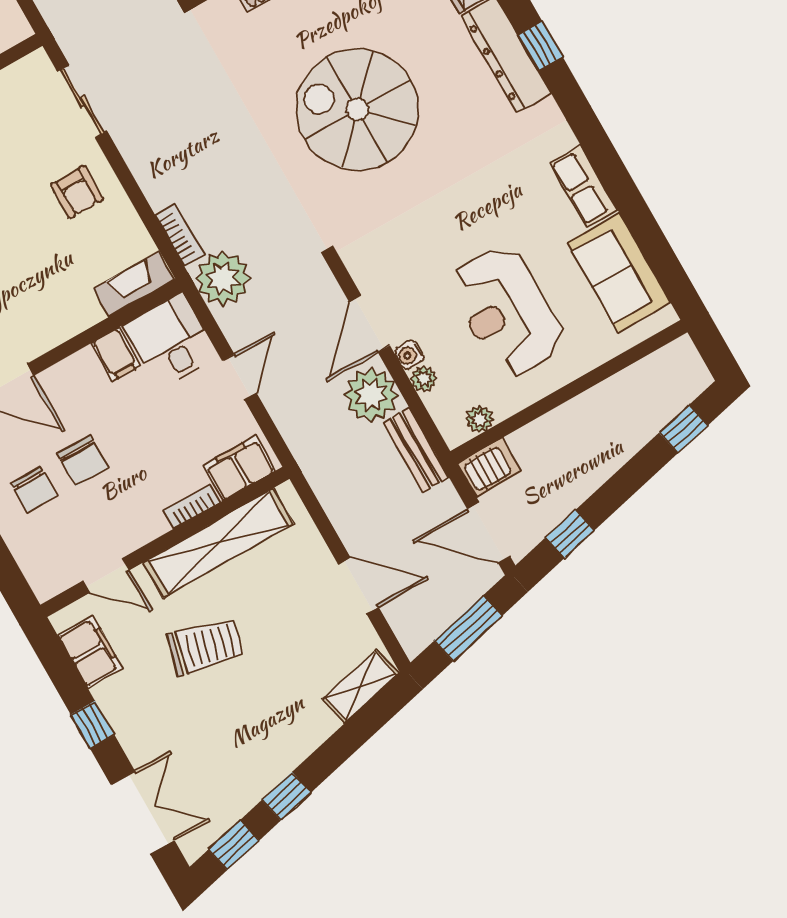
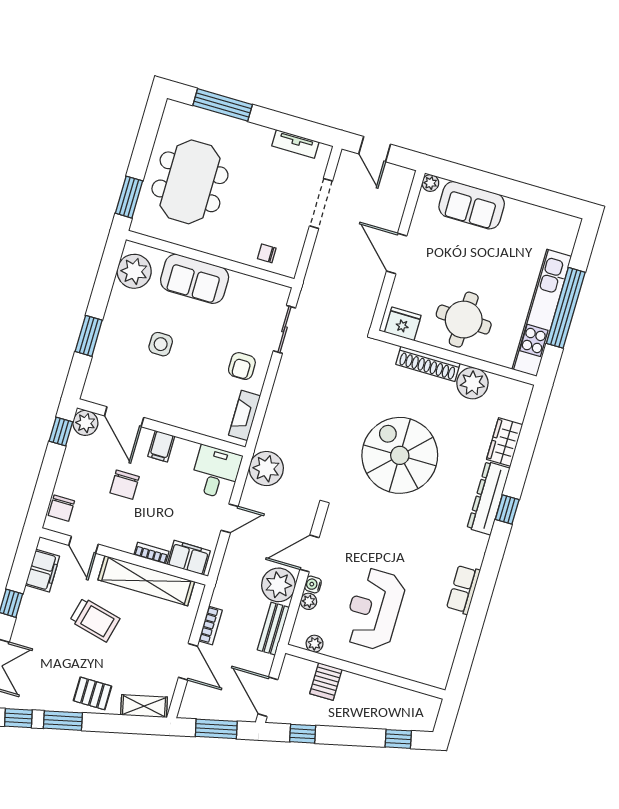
bookcase: (180, 235) -> (210, 625), moved
sofa: (619, 272) -> (440, 642), removed
fireplace: (134, 284) -> (245, 415), moved, turned -90
filing cabinet: (116, 354) -> (161, 446), moved
server rack: (490, 468) -> (326, 682), moved, turned 90
chair: (34, 490) -> (61, 508), moved
pallet: (288, 732) -> (92, 693), added
window: (286, 796) -> (63, 721), width x1.50

